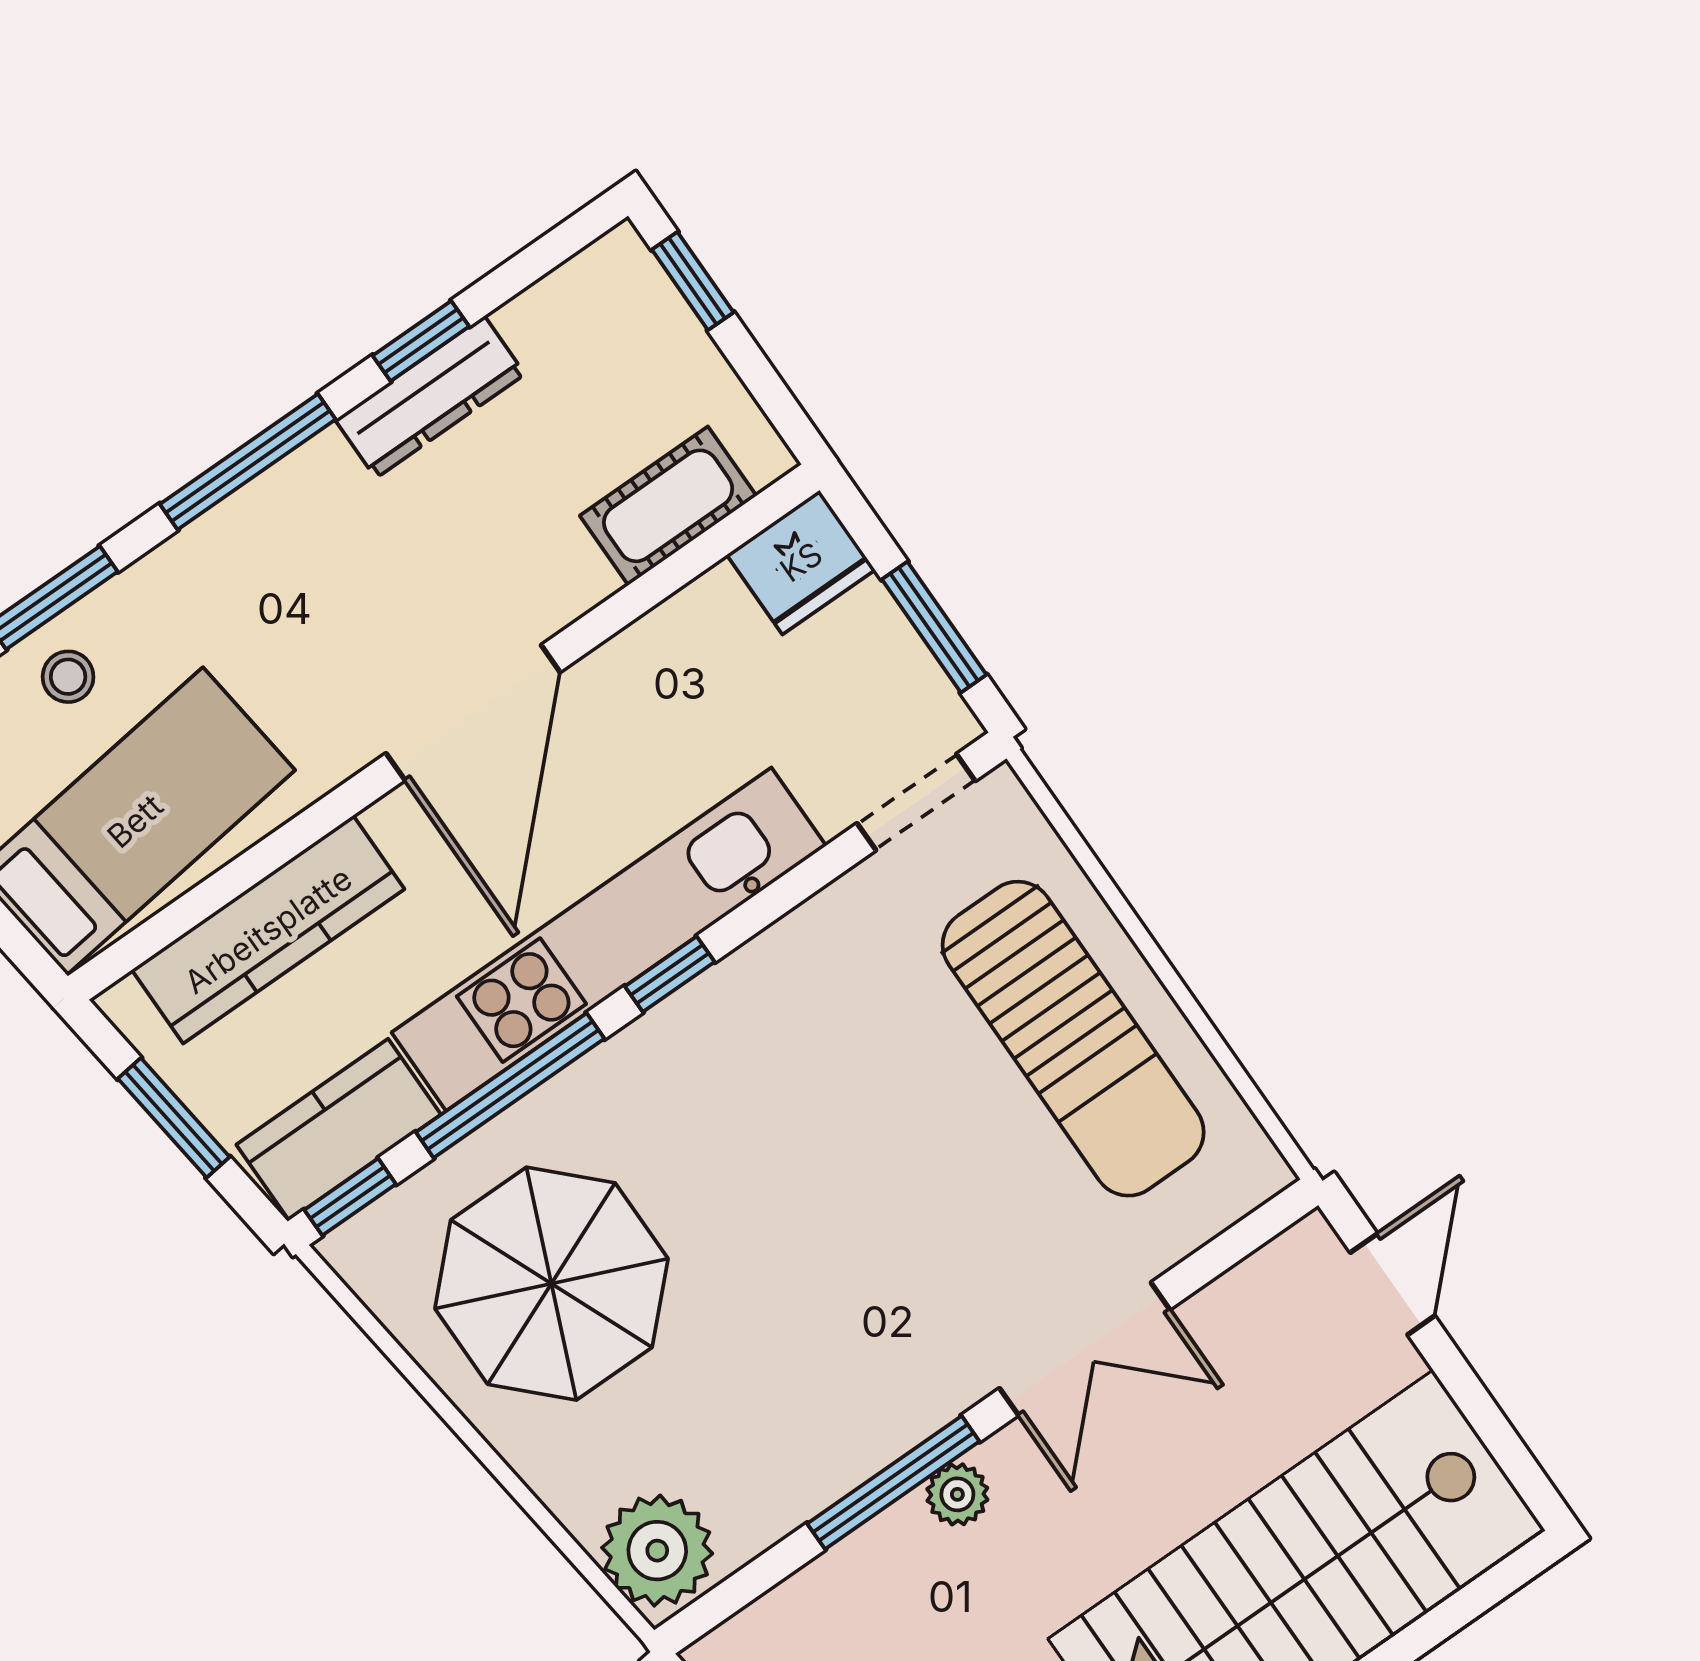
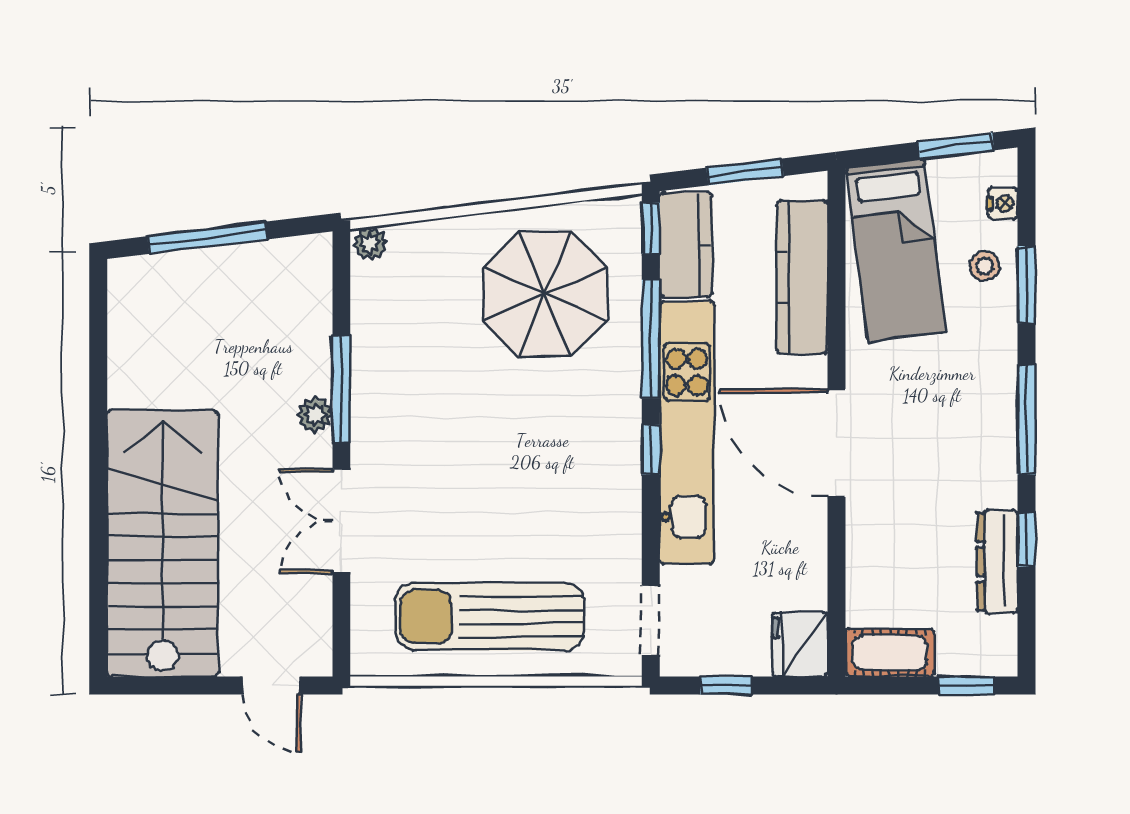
dresser: (430, 397) -> (997, 562), moved
cot: (668, 506) -> (890, 653), moved, turned 90
window: (934, 627) -> (726, 686), width x0.67
plant: (657, 1551) -> (370, 244), width x0.53, depth x0.53

